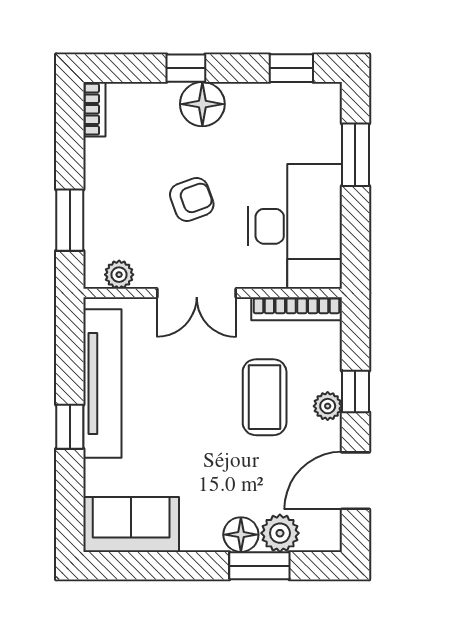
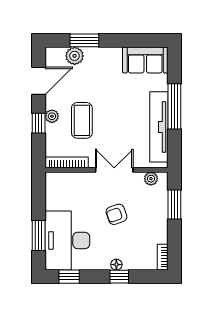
floor lamp: (202, 104) -> (116, 265), width x0.53, depth x0.53
desk: (295, 226) -> (67, 240), moved
window: (70, 427) -> (174, 106), width x2.17
floor lamp: (241, 535) -> (93, 55), removed

